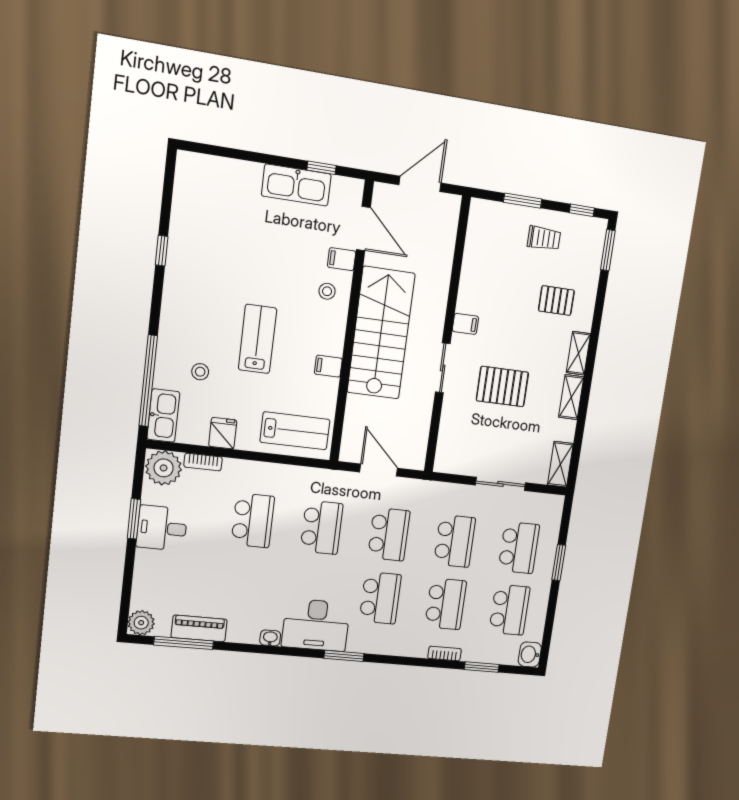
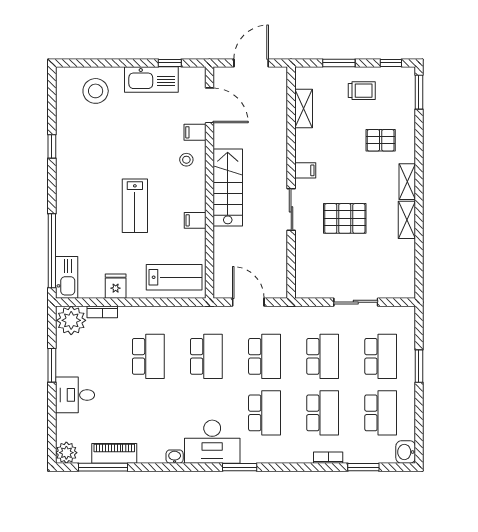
stairs: (381, 333) -> (228, 187), width x0.73, depth x0.66
lab bench: (258, 339) -> (135, 206), turned 180
stool: (200, 372) -> (96, 91), moved, width x1.89, depth x1.89
shelving: (560, 464) -> (304, 108), moved
desk: (162, 528) -> (75, 395), moved

